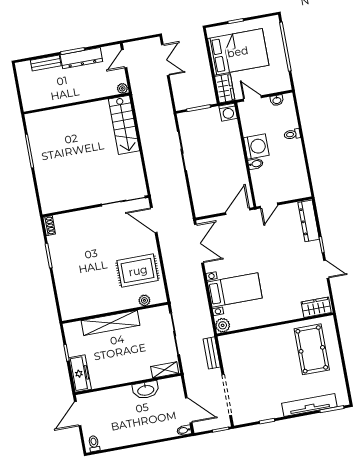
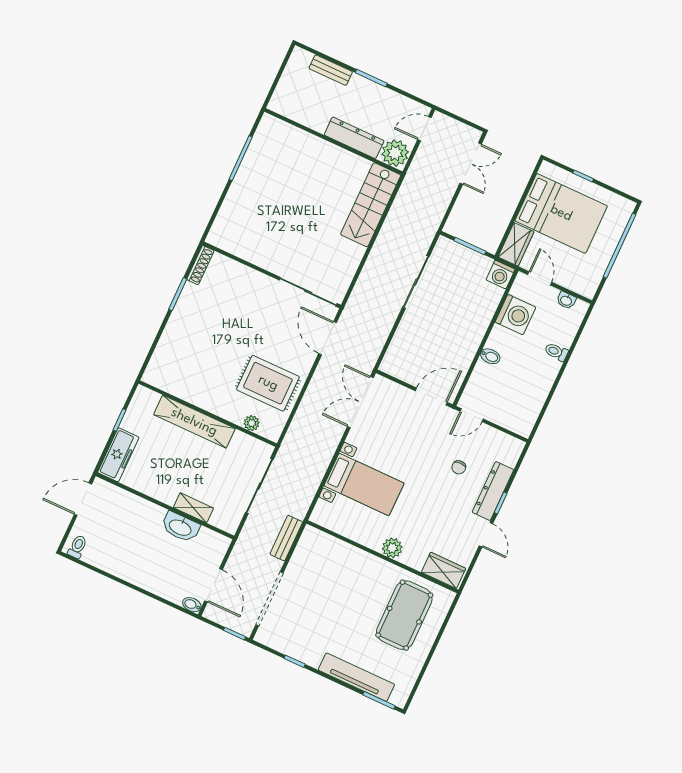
dresser: (81, 58) -> (354, 138), moved, turned 180
plant: (122, 88) -> (395, 153), width x1.88, depth x1.88
washing machine: (256, 146) -> (515, 315), moved
dresser: (309, 221) -> (493, 491), moved
shoe rack: (49, 226) -> (200, 265), width x1.43
chair: (283, 241) -> (459, 467), added
double door: (199, 244) -> (360, 402), swing flipped
plant: (223, 325) -> (392, 548), moved
shelving: (165, 370) -> (193, 508), moved

